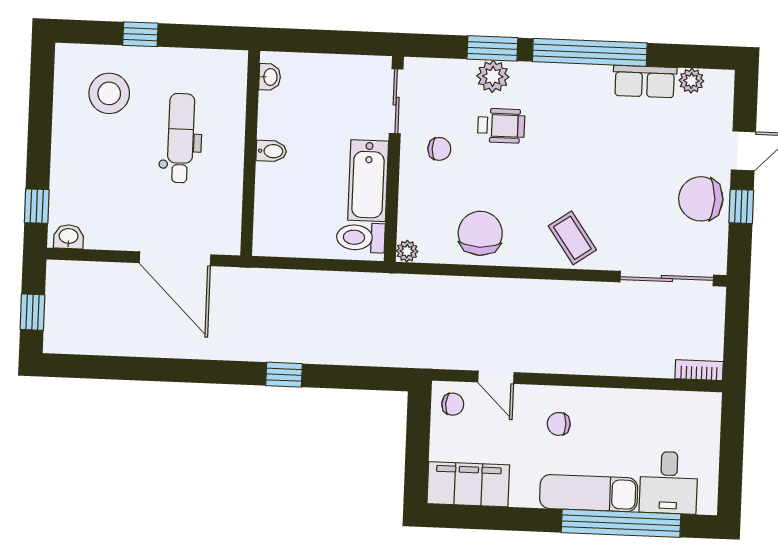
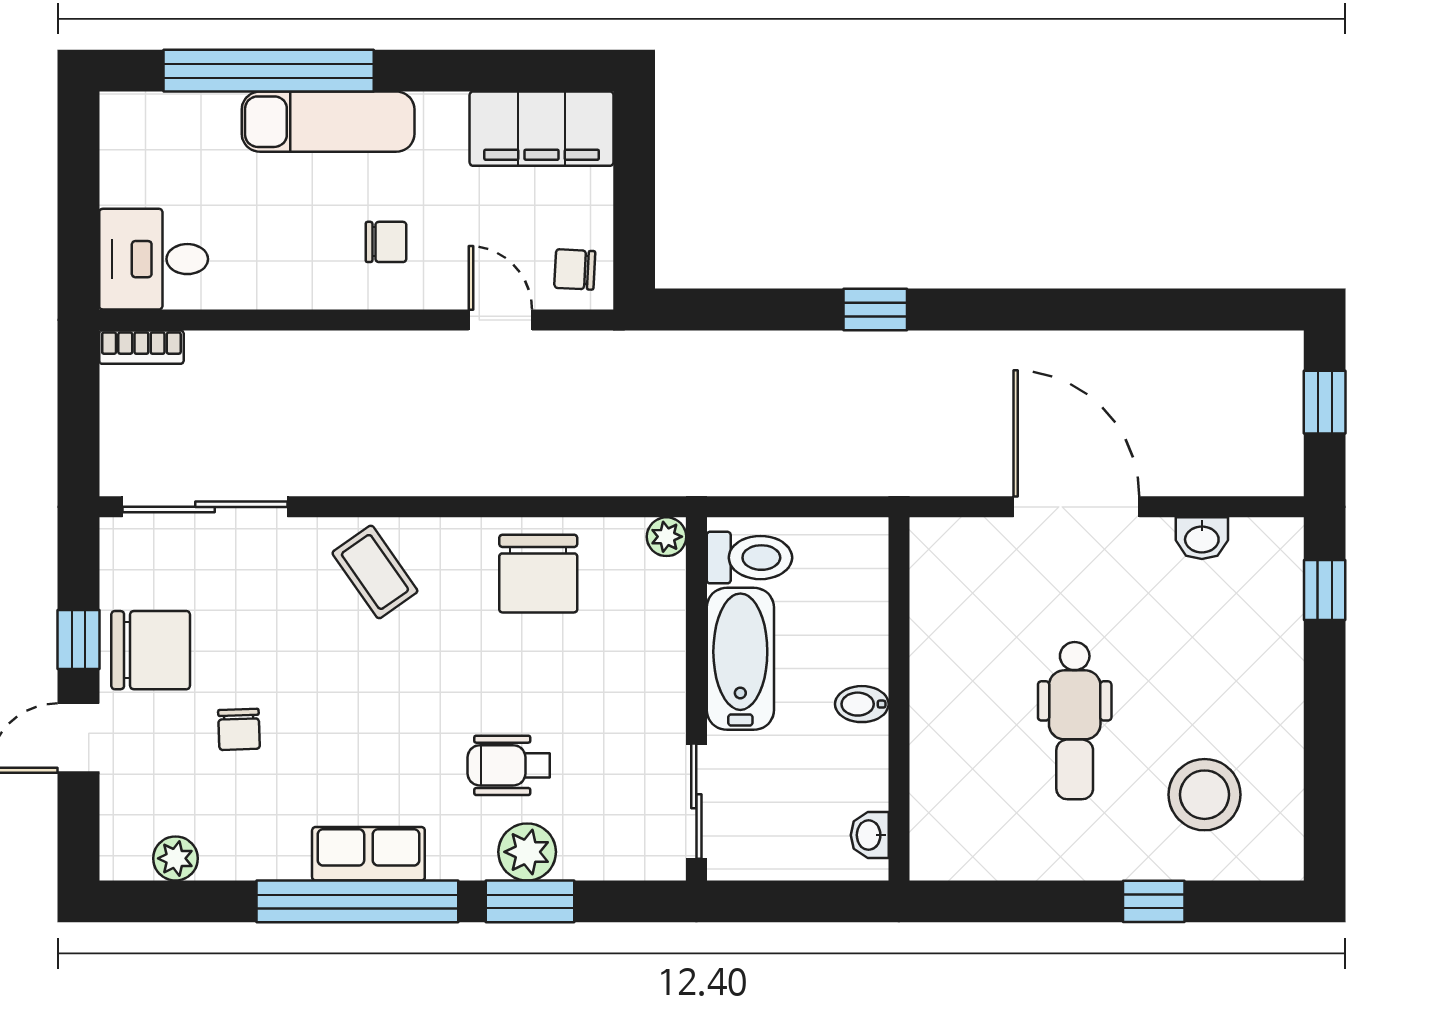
washbasin: (270, 77) -> (870, 835), moved
row of seats: (645, 81) -> (368, 854), moved
chair: (439, 149) -> (239, 729), moved, turned -92
bidet: (271, 151) -> (862, 704), moved
wall: (250, 153) -> (899, 699), moved
washbasin: (69, 237) -> (1202, 538), moved
desk: (669, 483) -> (154, 259), moved, turned -90

